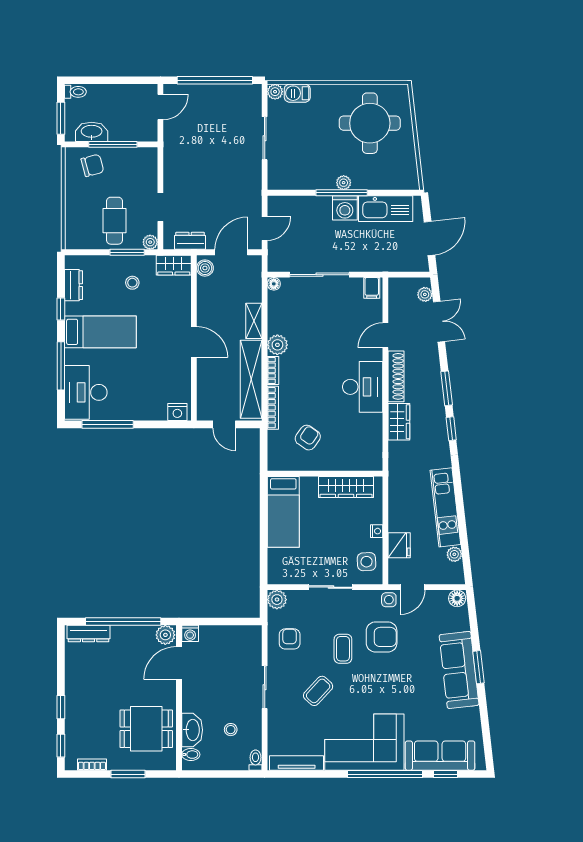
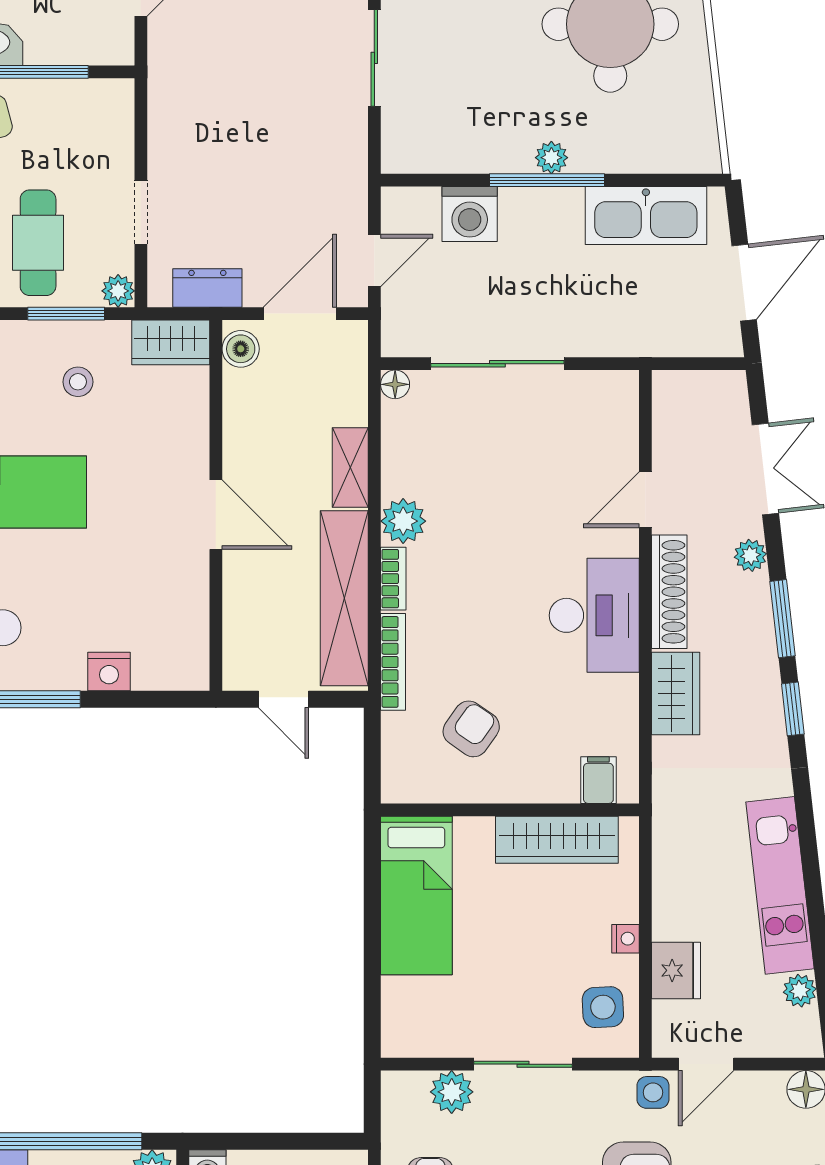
washing machine: (345, 208) -> (470, 214), moved
filing cabinet: (372, 288) -> (598, 780), moved, turned 180
plant: (425, 294) -> (750, 555), moved
nightstand: (177, 412) -> (109, 672), moved
plant: (277, 600) -> (452, 1092), moved

